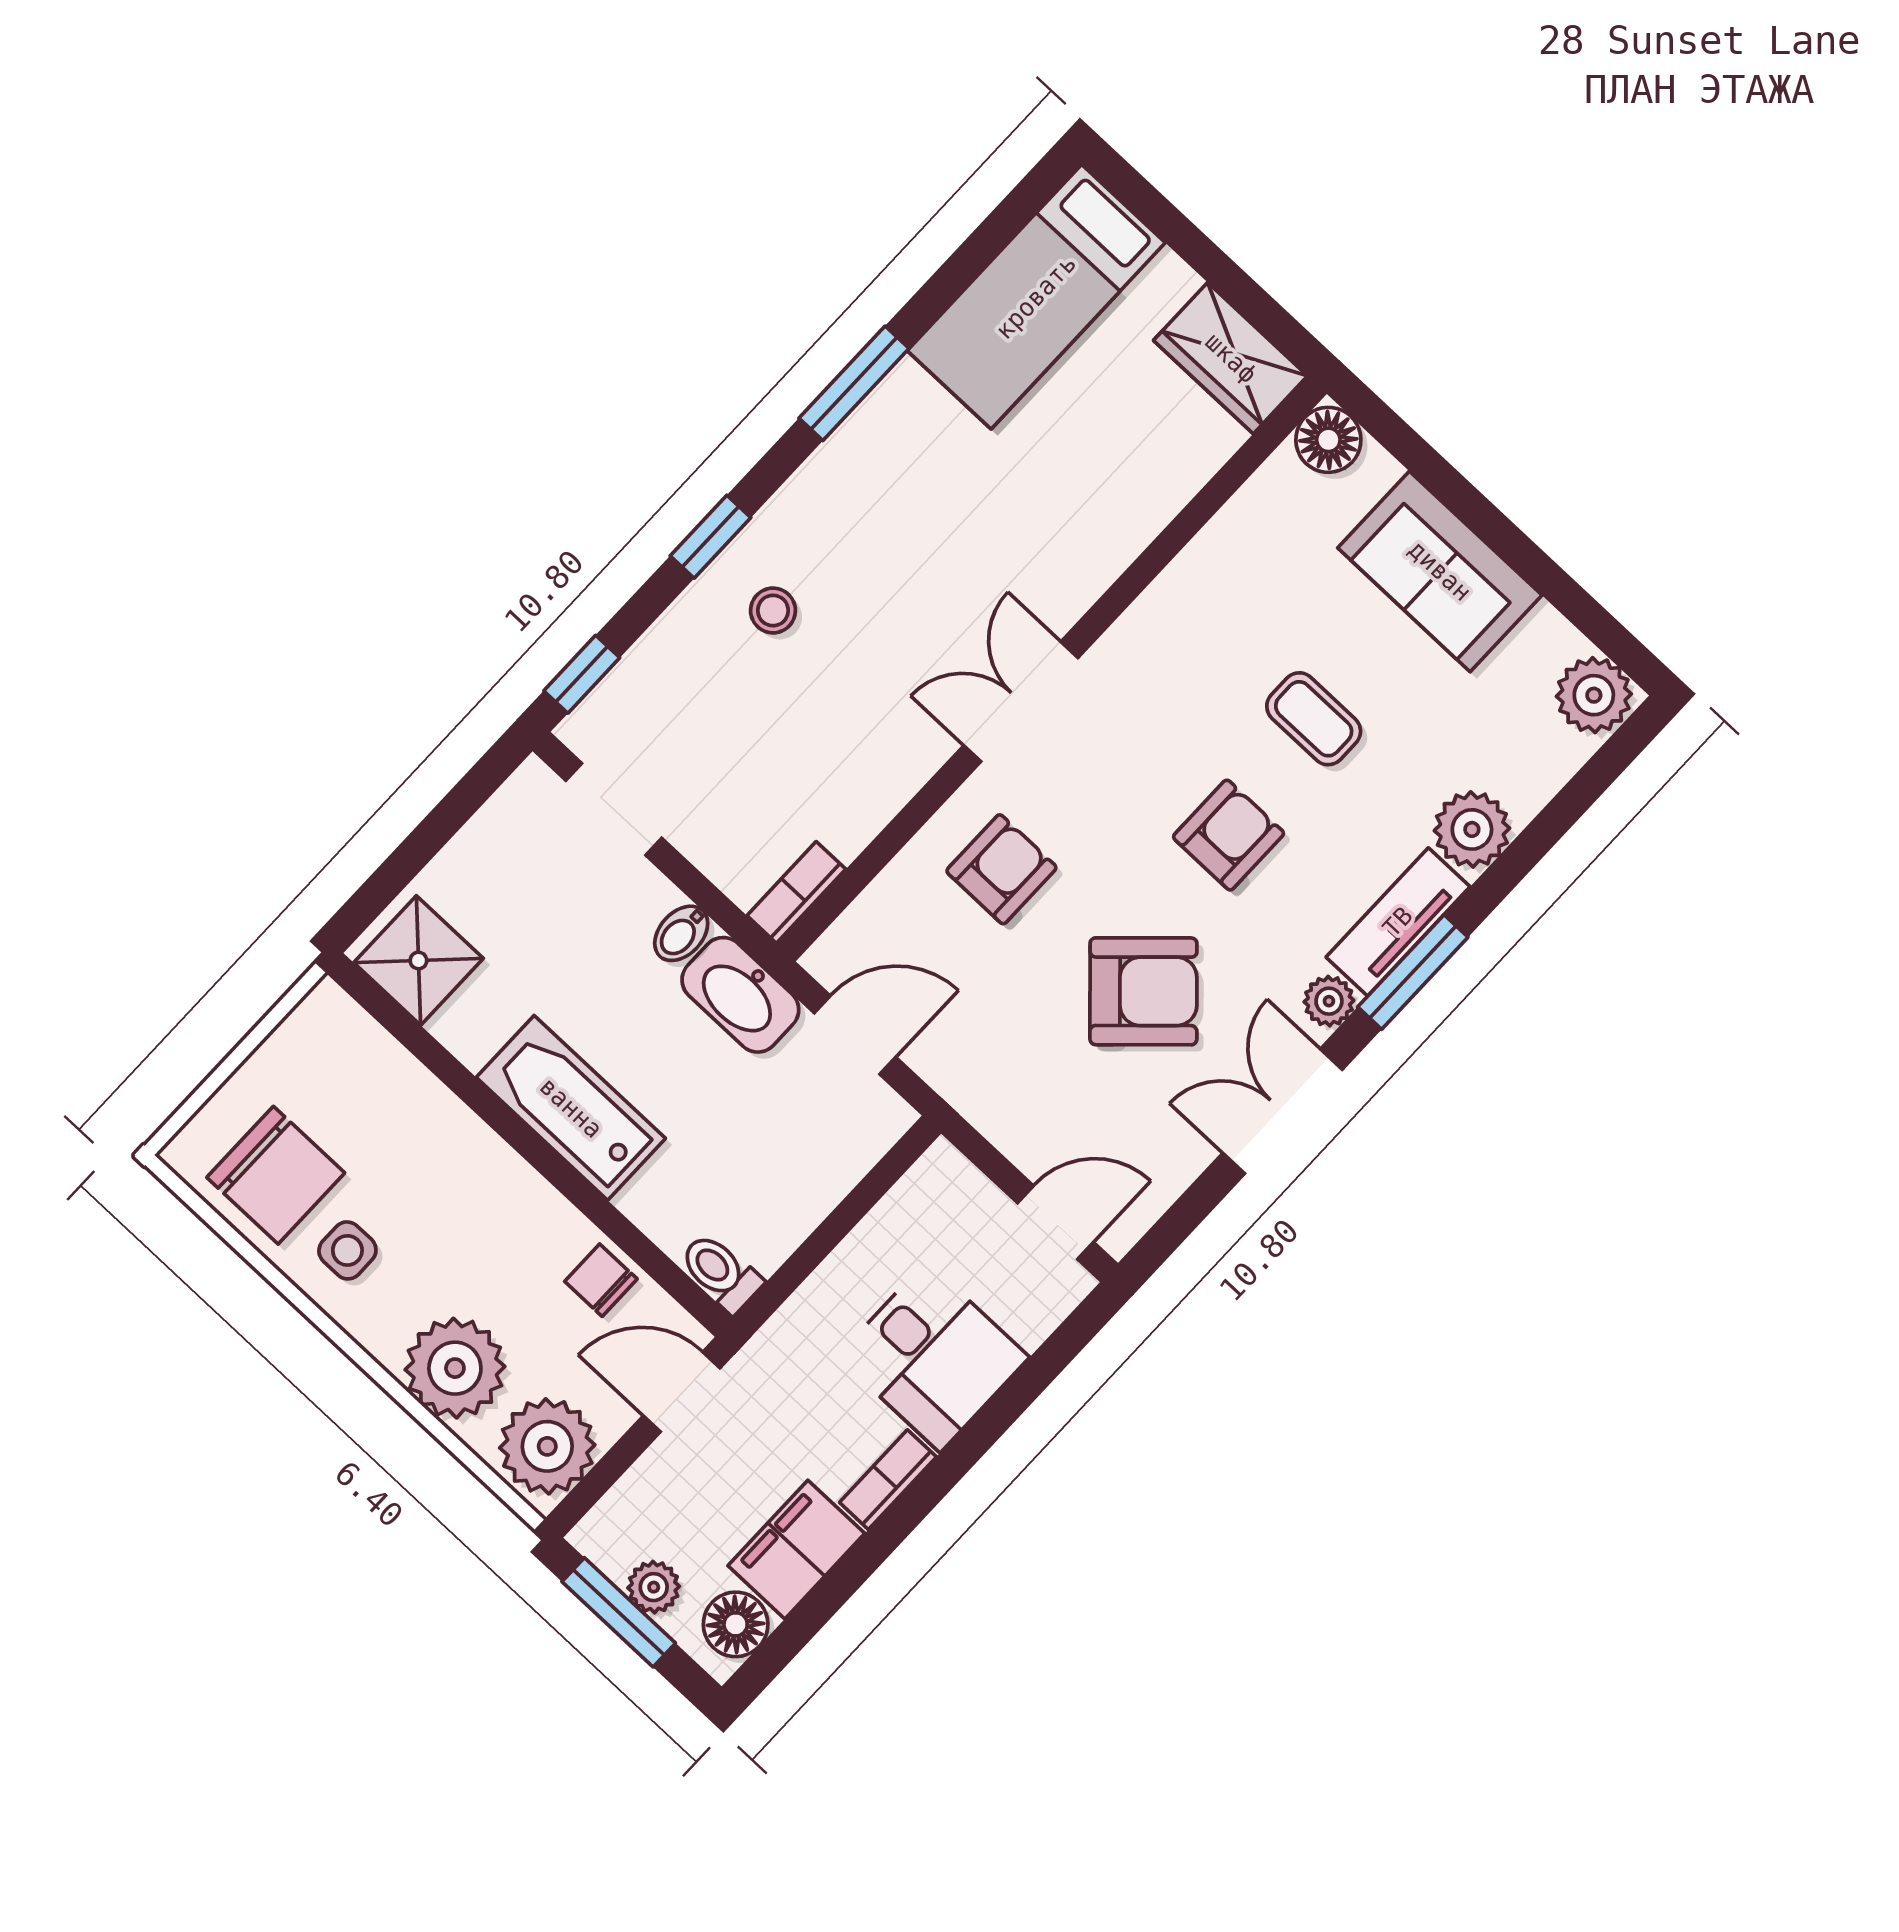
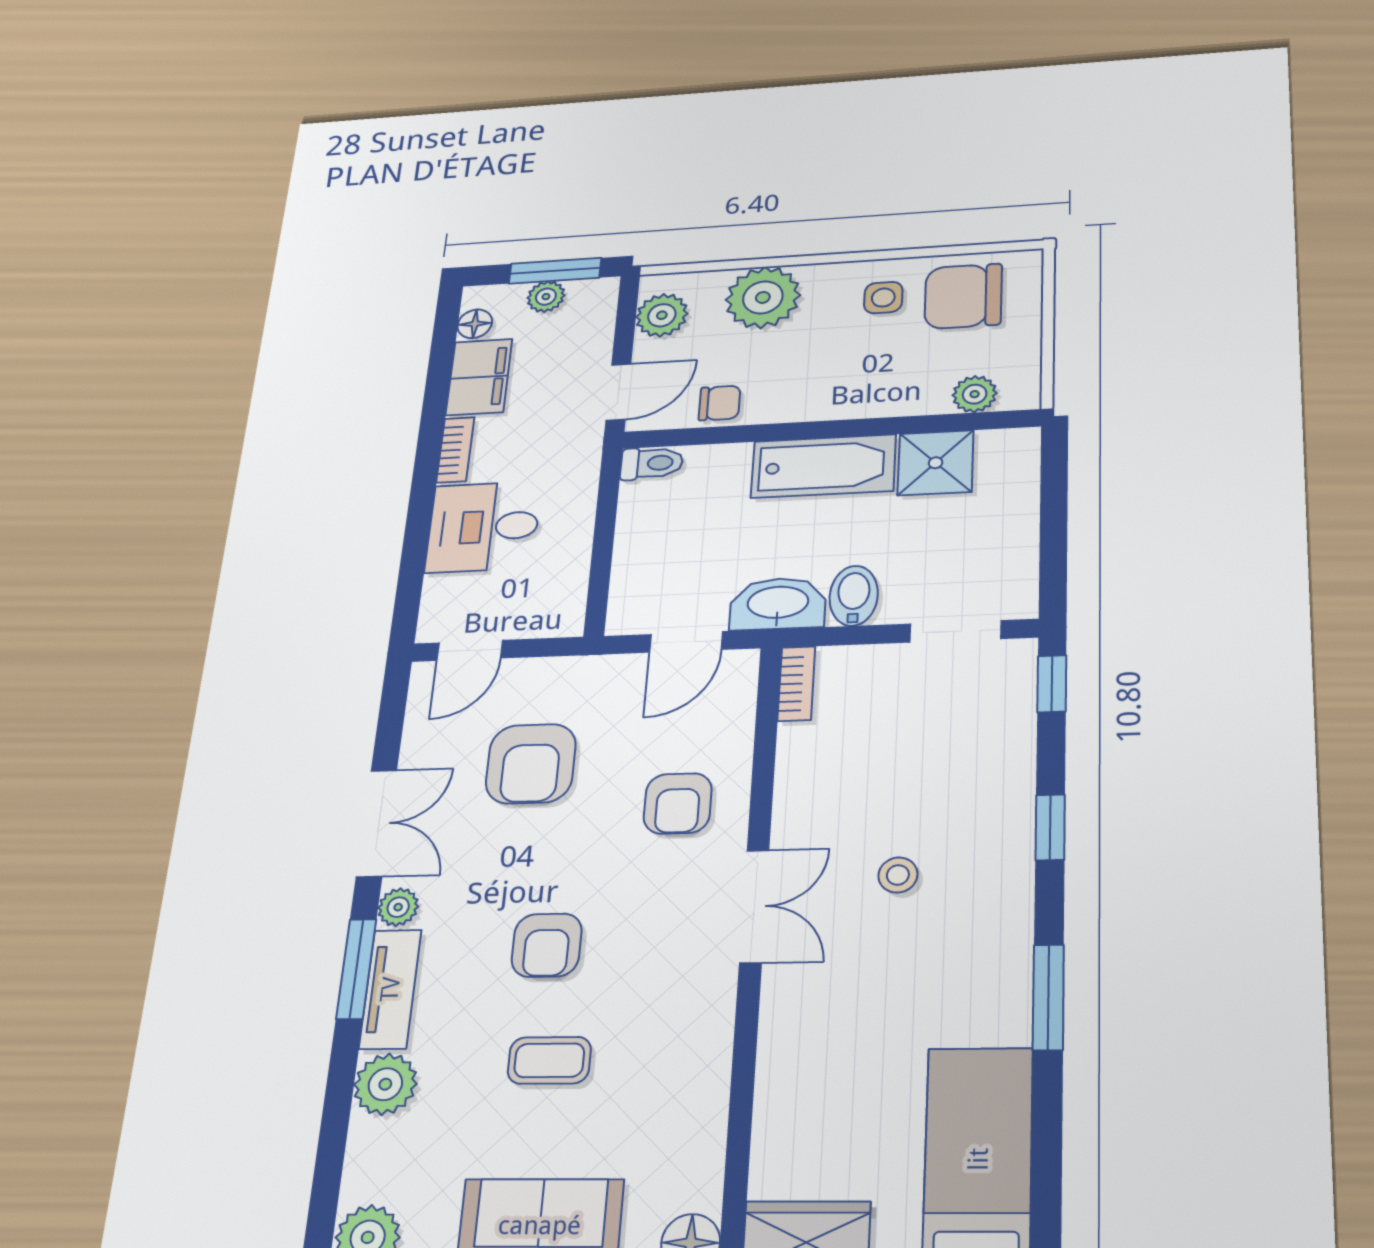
stool: (773, 611) -> (898, 875), moved
bidet: (681, 933) -> (854, 596), width x1.38, depth x1.36
shower: (418, 961) -> (936, 463), moved
armchair: (1143, 991) -> (531, 764), moved, turned -47
plant: (368, 1050) -> (975, 394), added
plant: (547, 1446) -> (662, 315), width x0.73, depth x0.73
floor lamp: (736, 1624) -> (475, 324), width x0.73, depth x0.73

